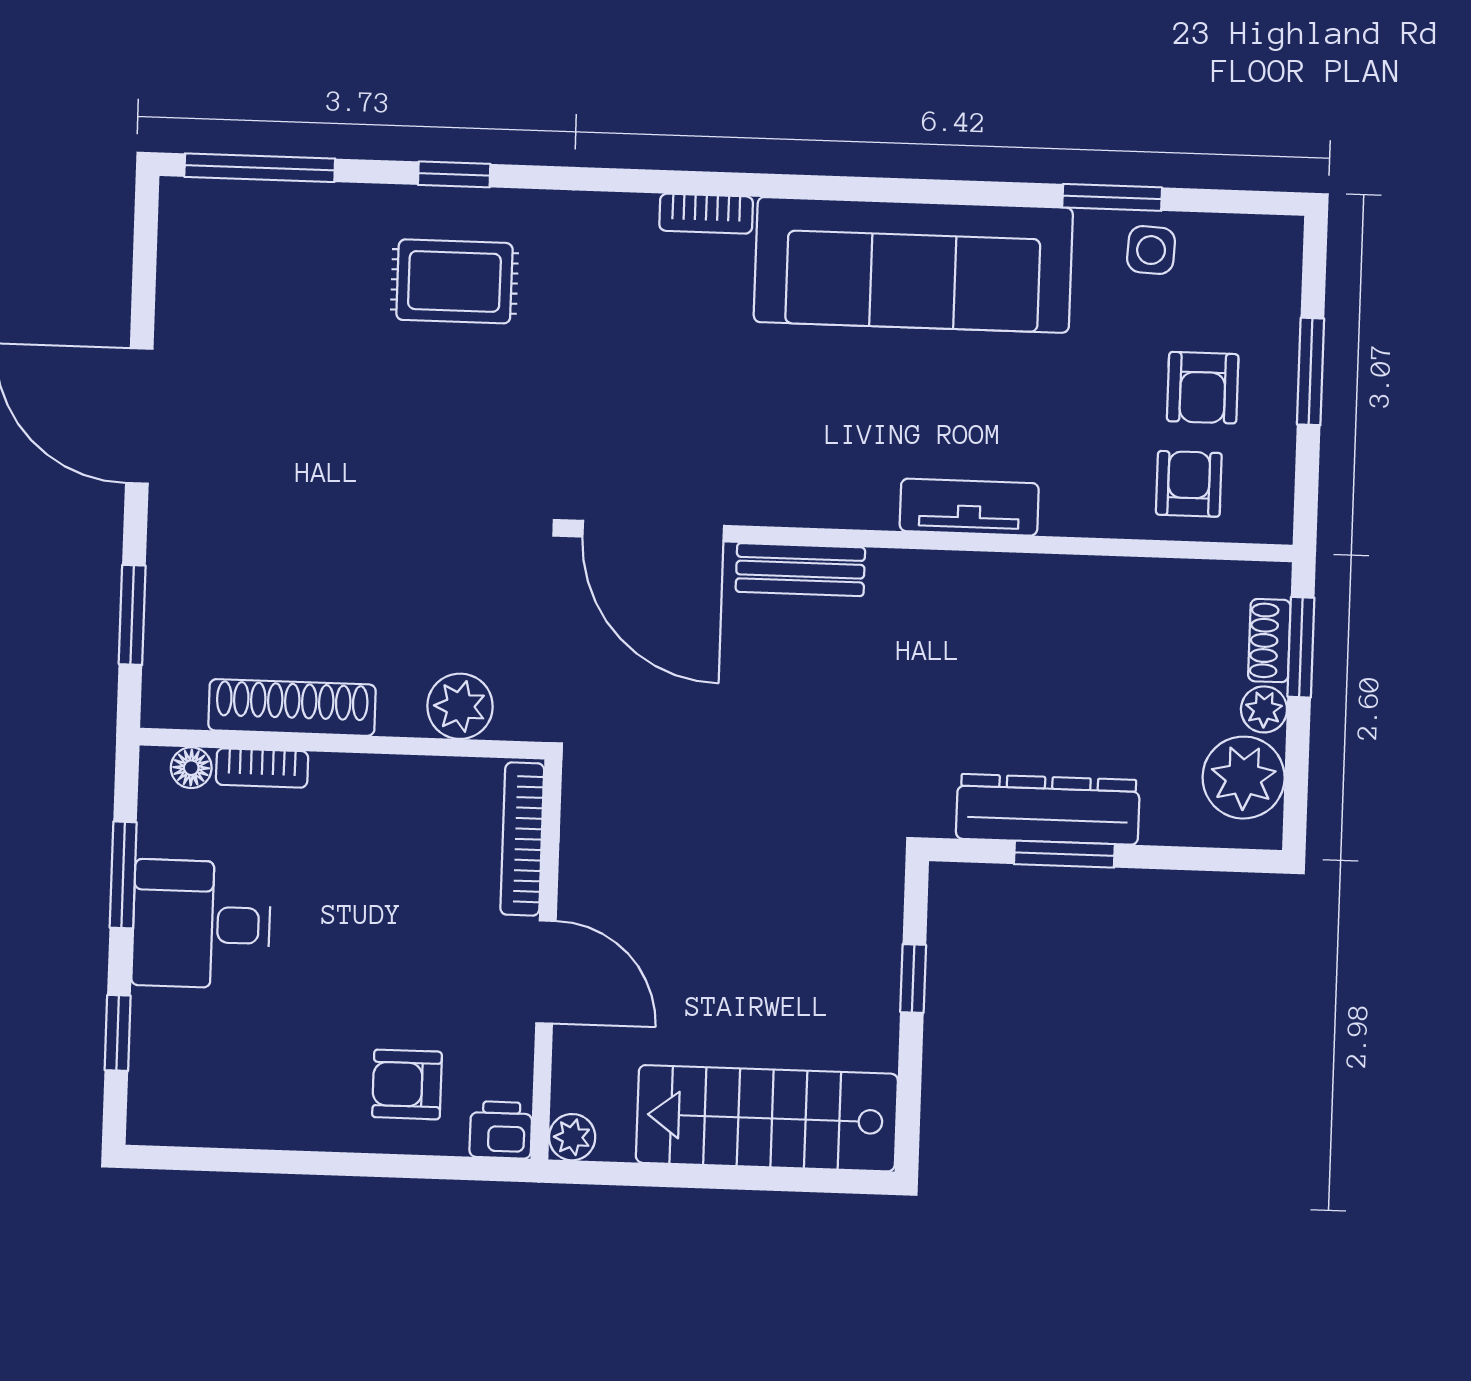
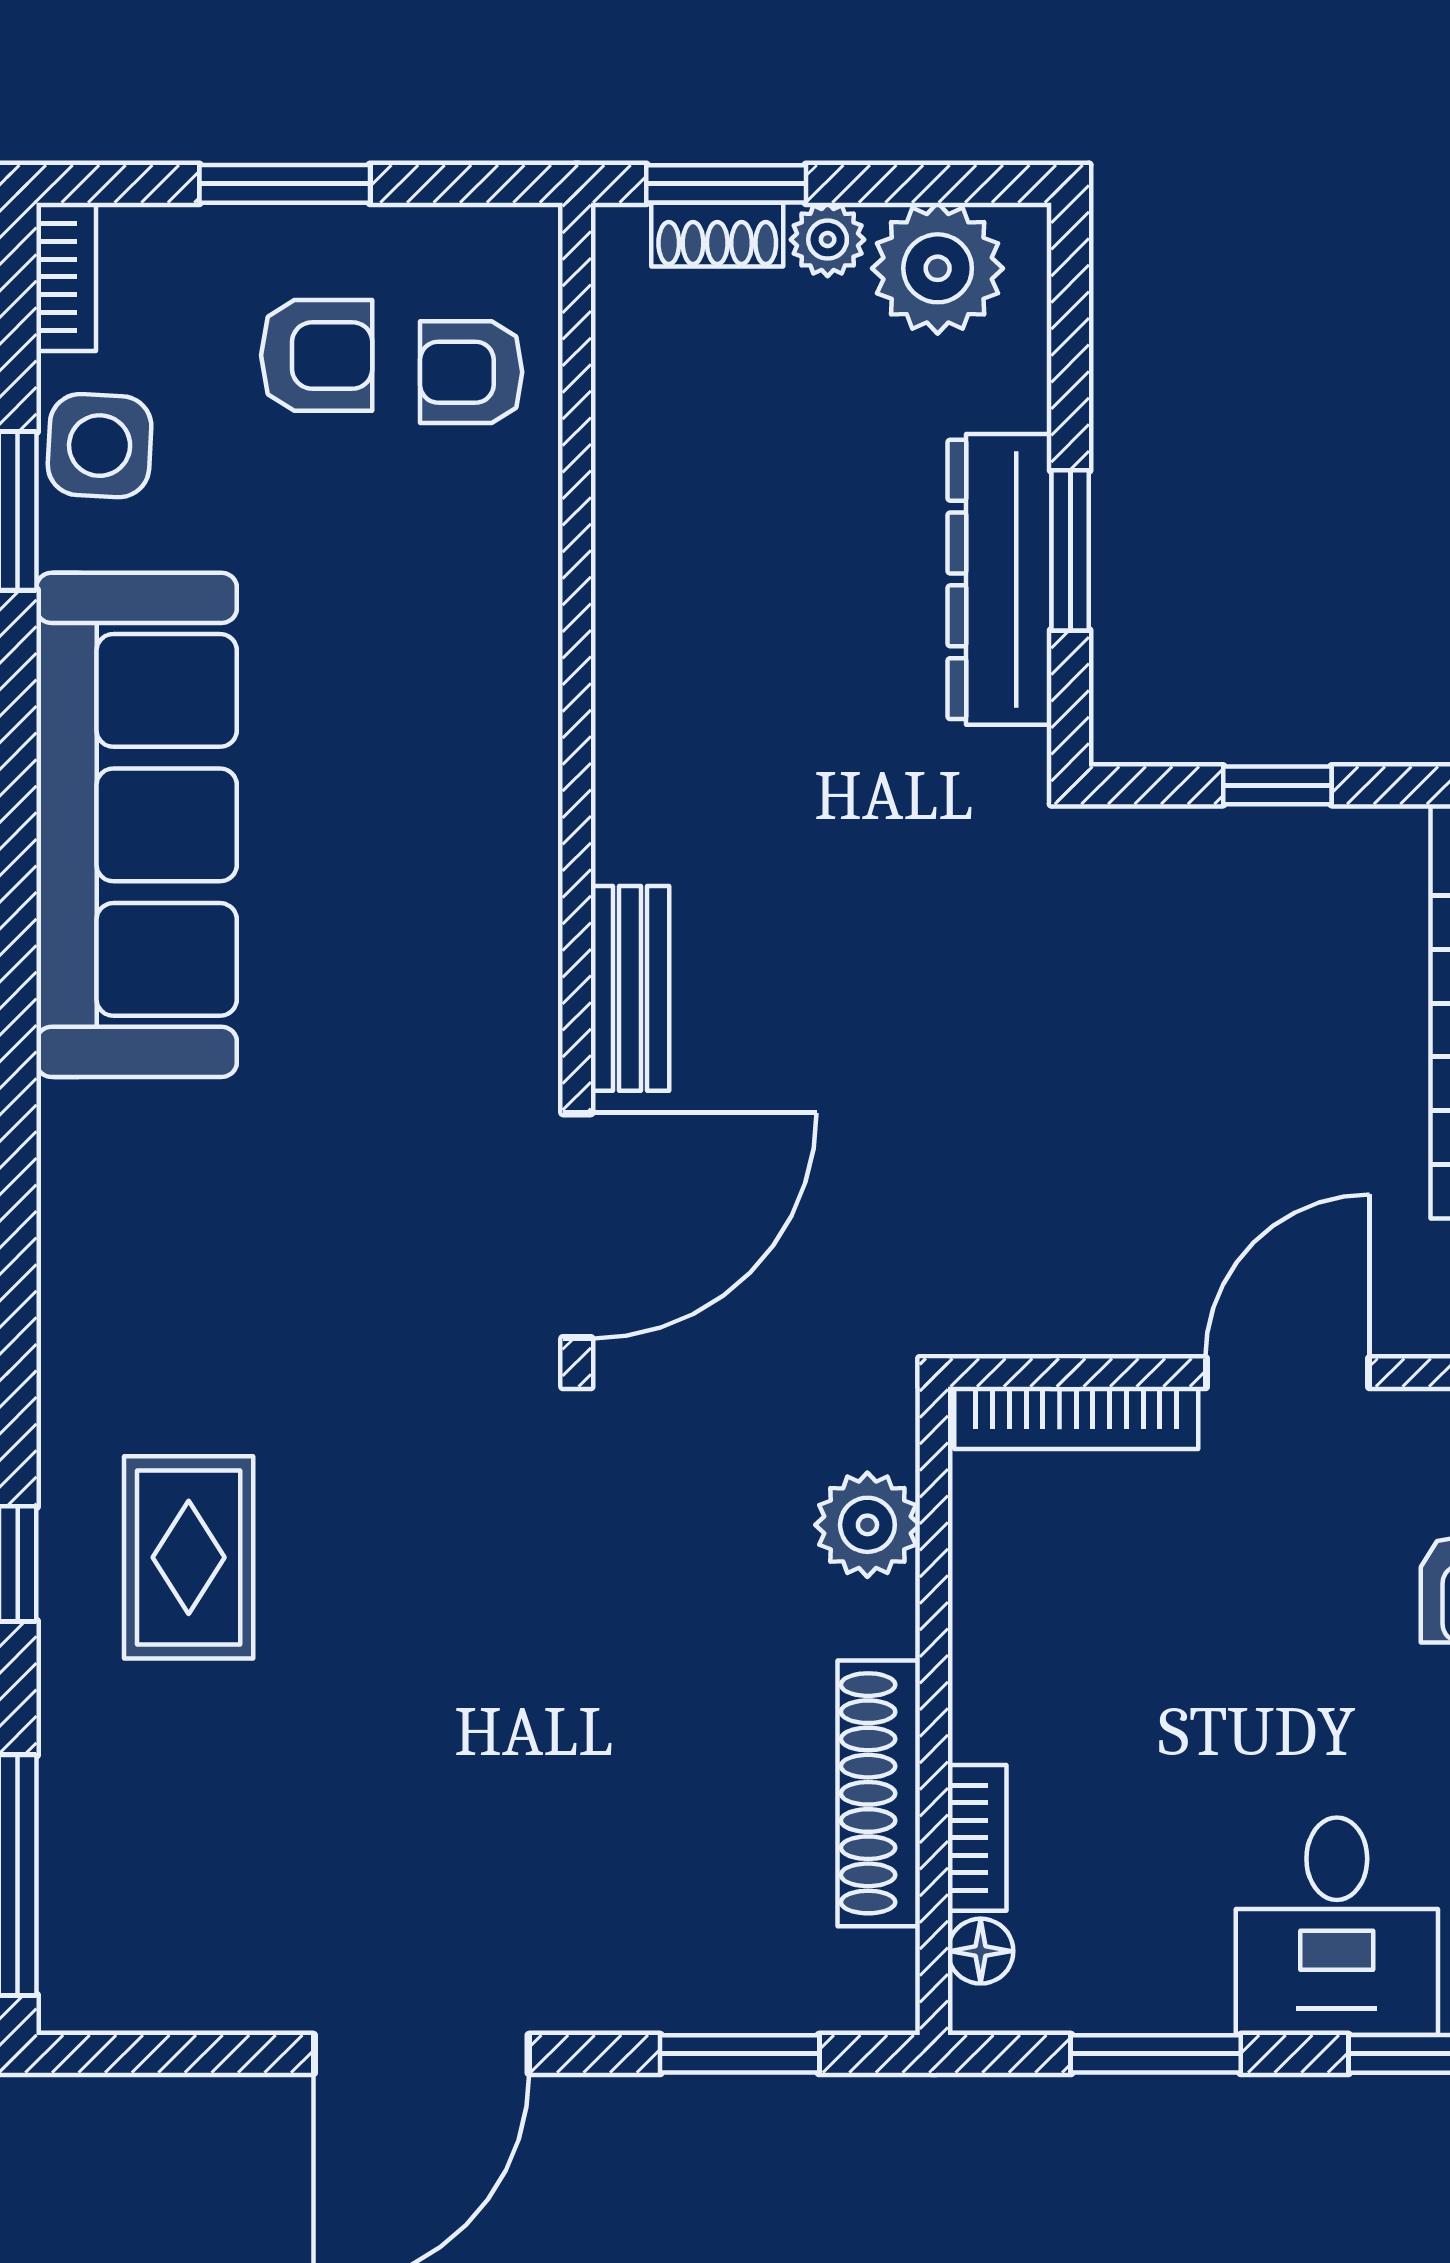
bookcase: (706, 214) -> (66, 277), moved
side table: (1151, 250) -> (100, 446), width x1.37, depth x1.37
tv unit: (969, 507) -> (521, 722), removed
desk: (201, 924) -> (1337, 1926), moved

